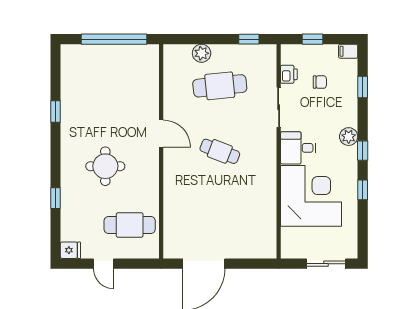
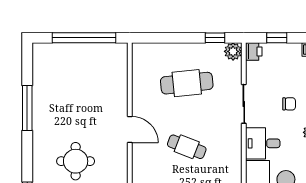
plant: (202, 53) -> (233, 51), moved
printer: (289, 74) -> (254, 52), moved
chair: (320, 82) -> (289, 104), moved
window: (56, 111) -> (27, 108), width x2.17

